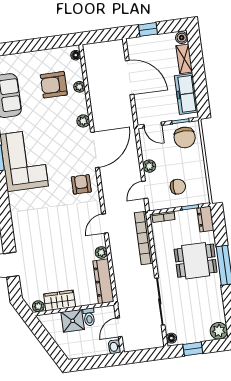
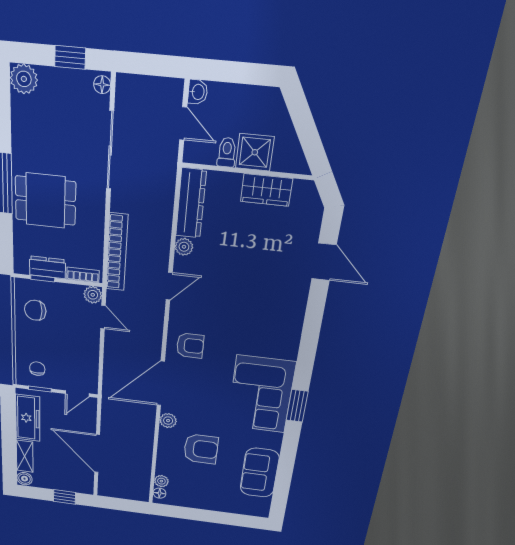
armchair: (54, 85) -> (201, 449), moved
plant: (79, 87) -> (161, 481), moved
door: (153, 125) -> (77, 394), swing flipped
chair: (185, 137) -> (37, 369), width x0.54, depth x0.54
plant: (149, 166) -> (93, 295), moved
armchair: (81, 184) -> (190, 346), turned -90
chair: (178, 187) -> (35, 310), moved
door: (145, 190) -> (103, 317), hinge flipped
dresser: (205, 219) -> (47, 267), moved, turned -90
plant: (38, 306) -> (303, 189), removed
door: (119, 327) -> (183, 124), hinge flipped

